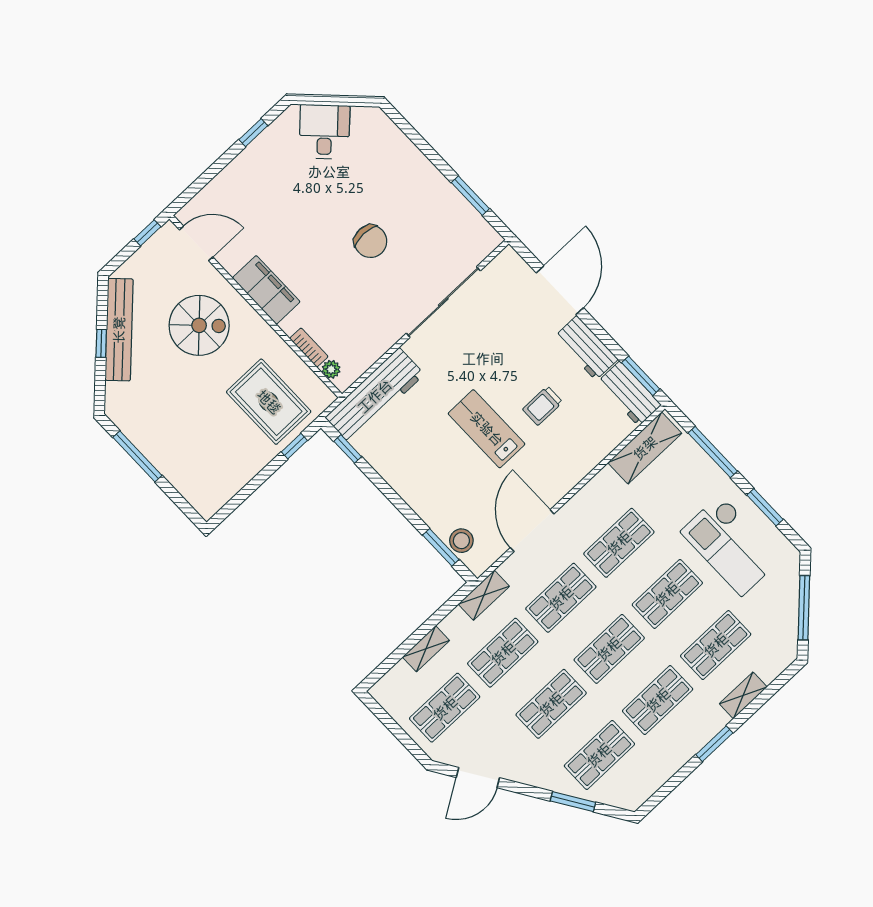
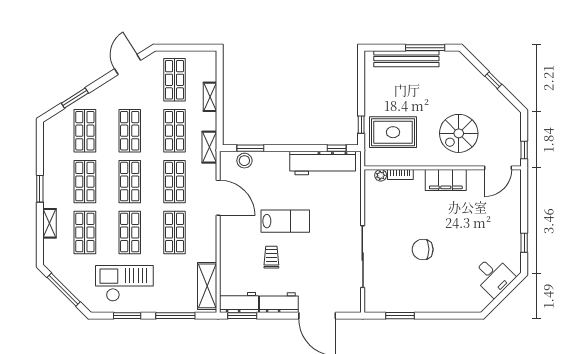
bench: (119, 330) -> (406, 59), moved, turned -45
workbench: (375, 396) -> (323, 163), moved, turned -90

